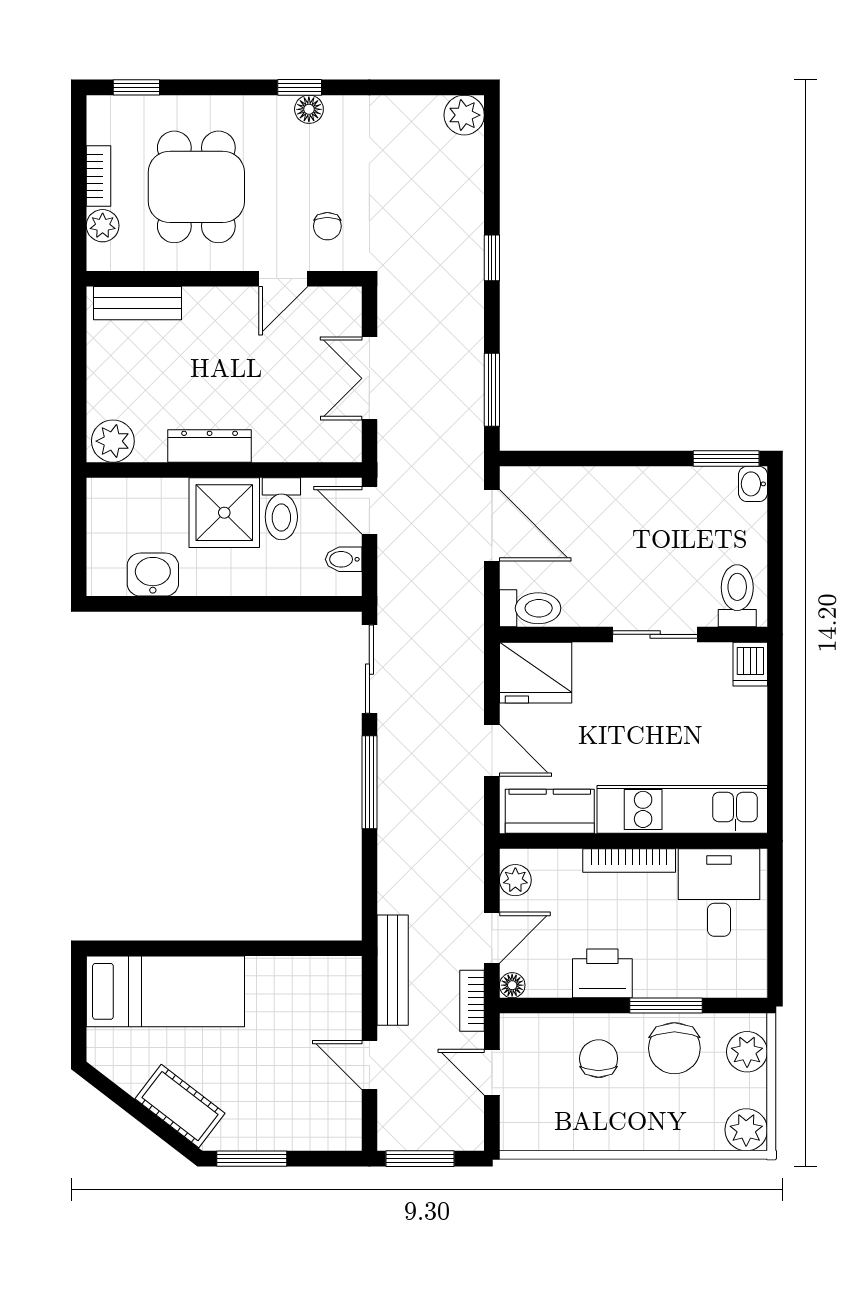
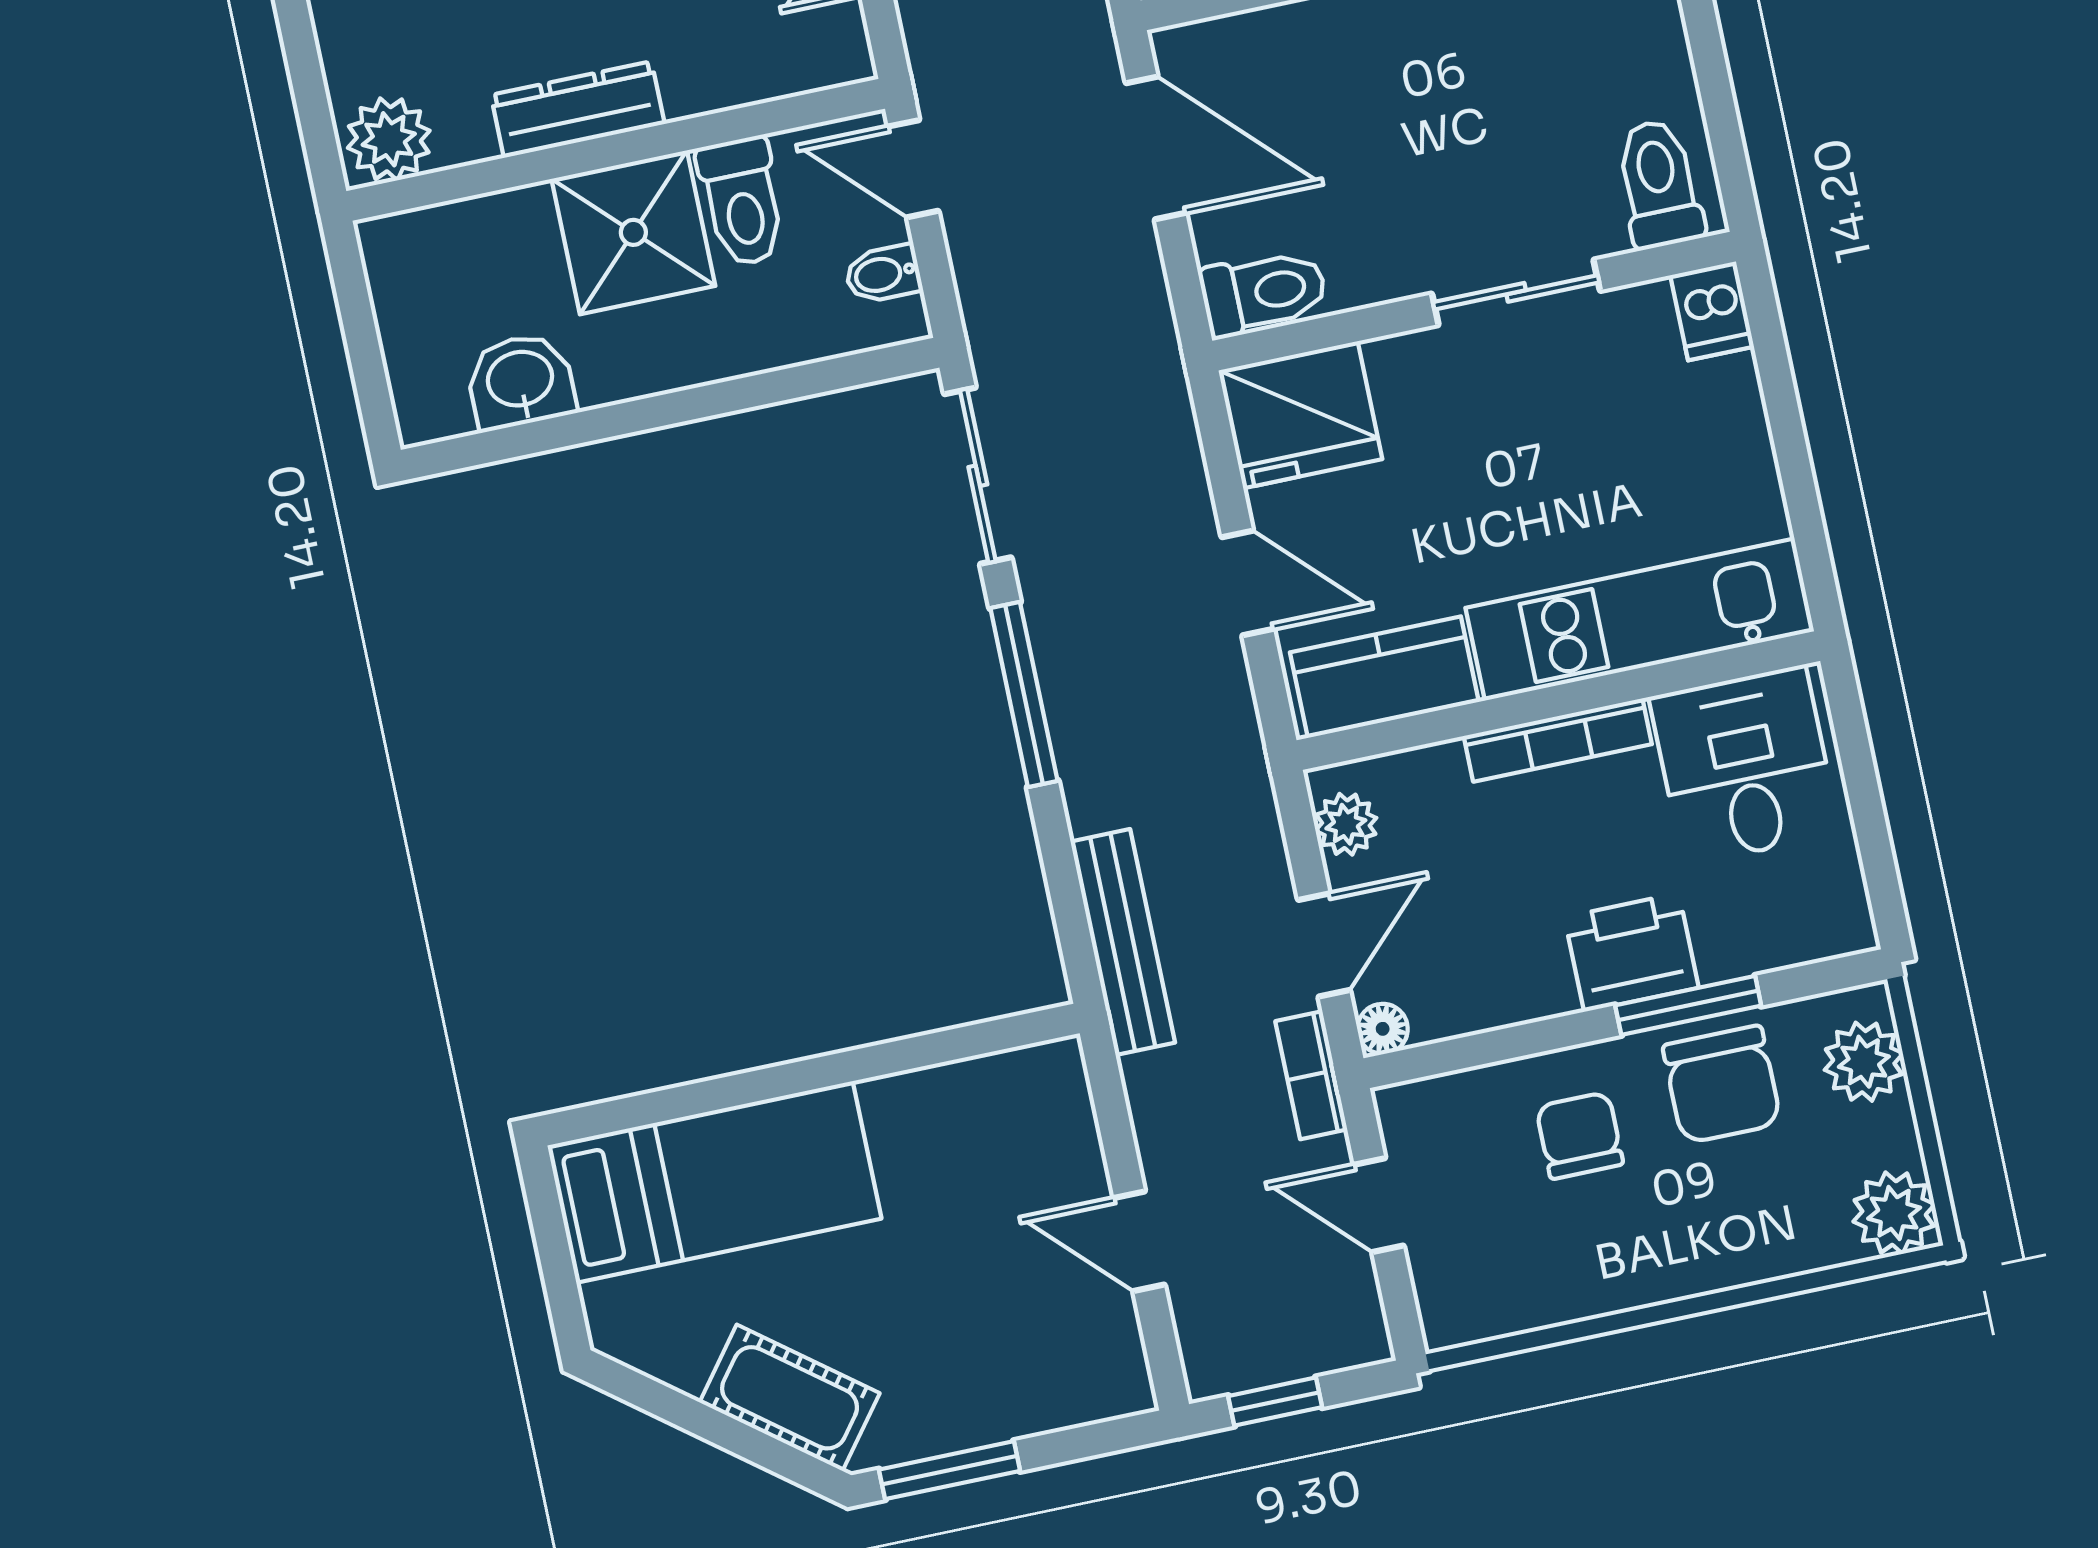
bench: (393, 970) -> (1123, 942), moved
printer: (602, 973) -> (1631, 952), moved
window: (420, 1159) -> (1275, 1402), width x0.67

